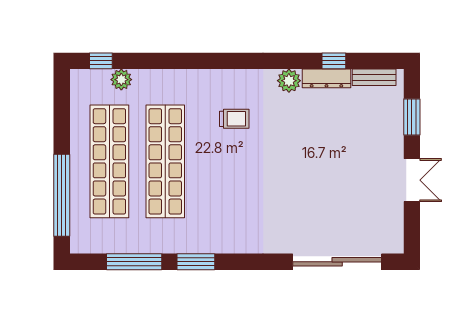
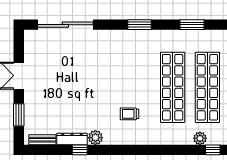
window: (334, 61) -> (80, 150), moved
window: (134, 262) -> (192, 25), width x0.69
window: (196, 262) -> (139, 25), moved

